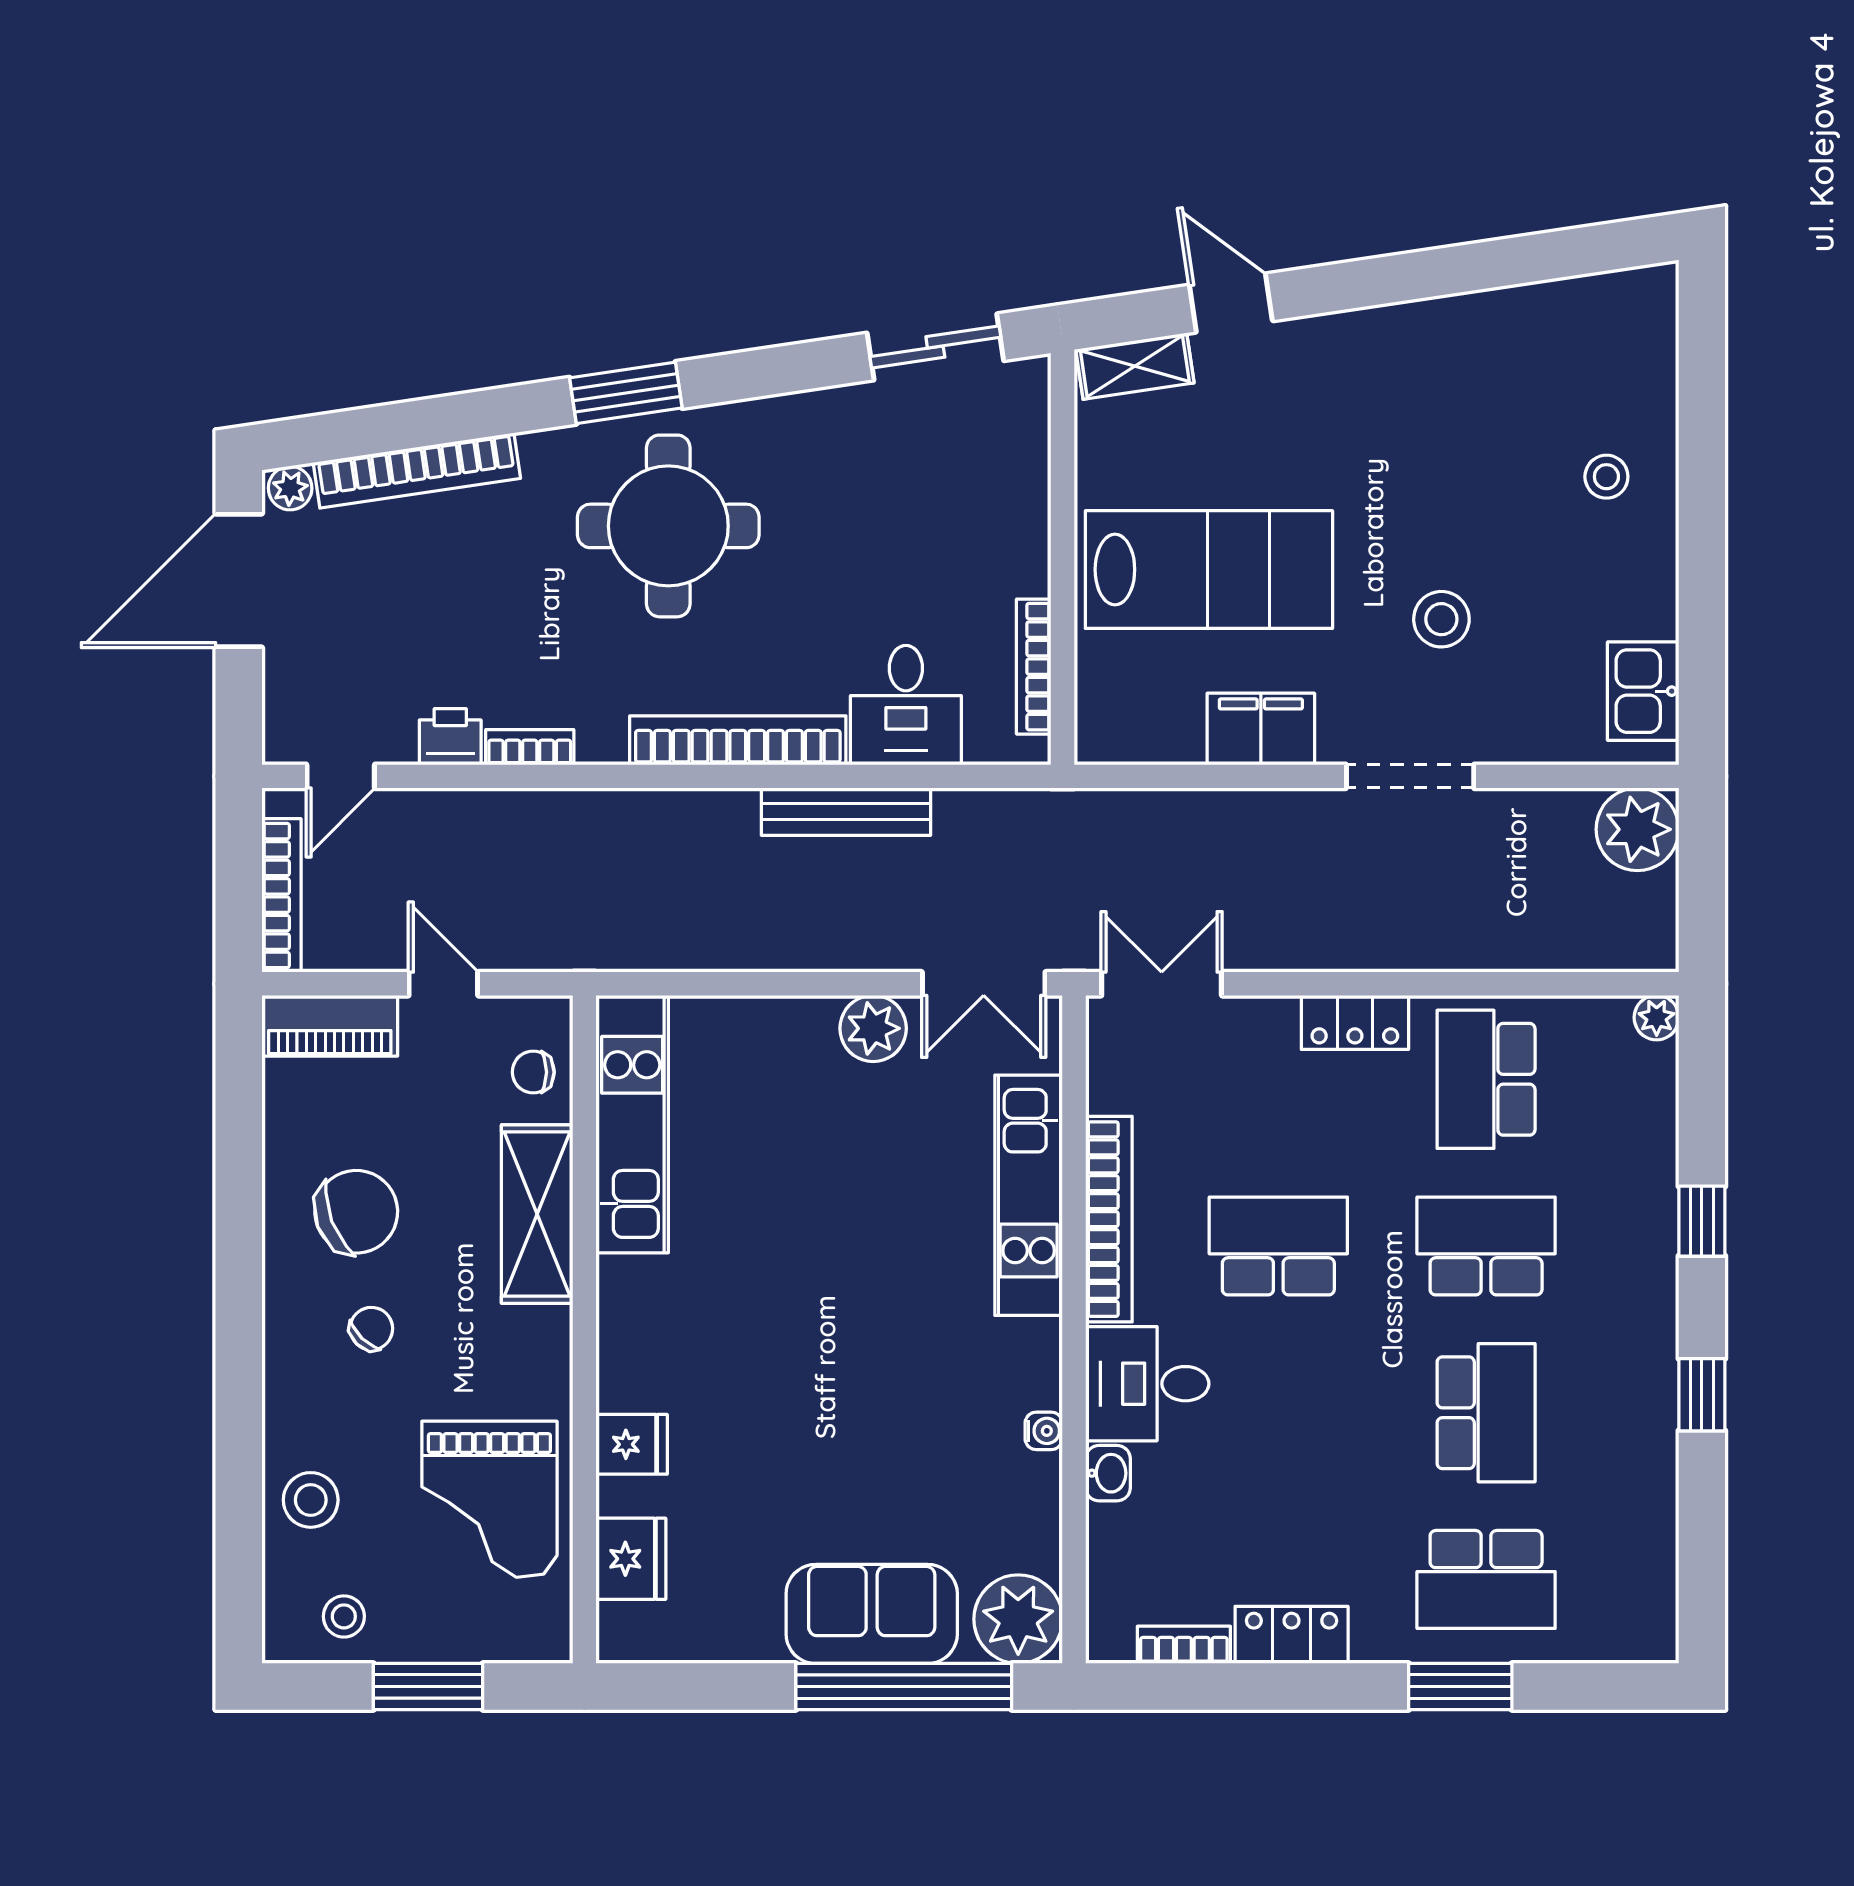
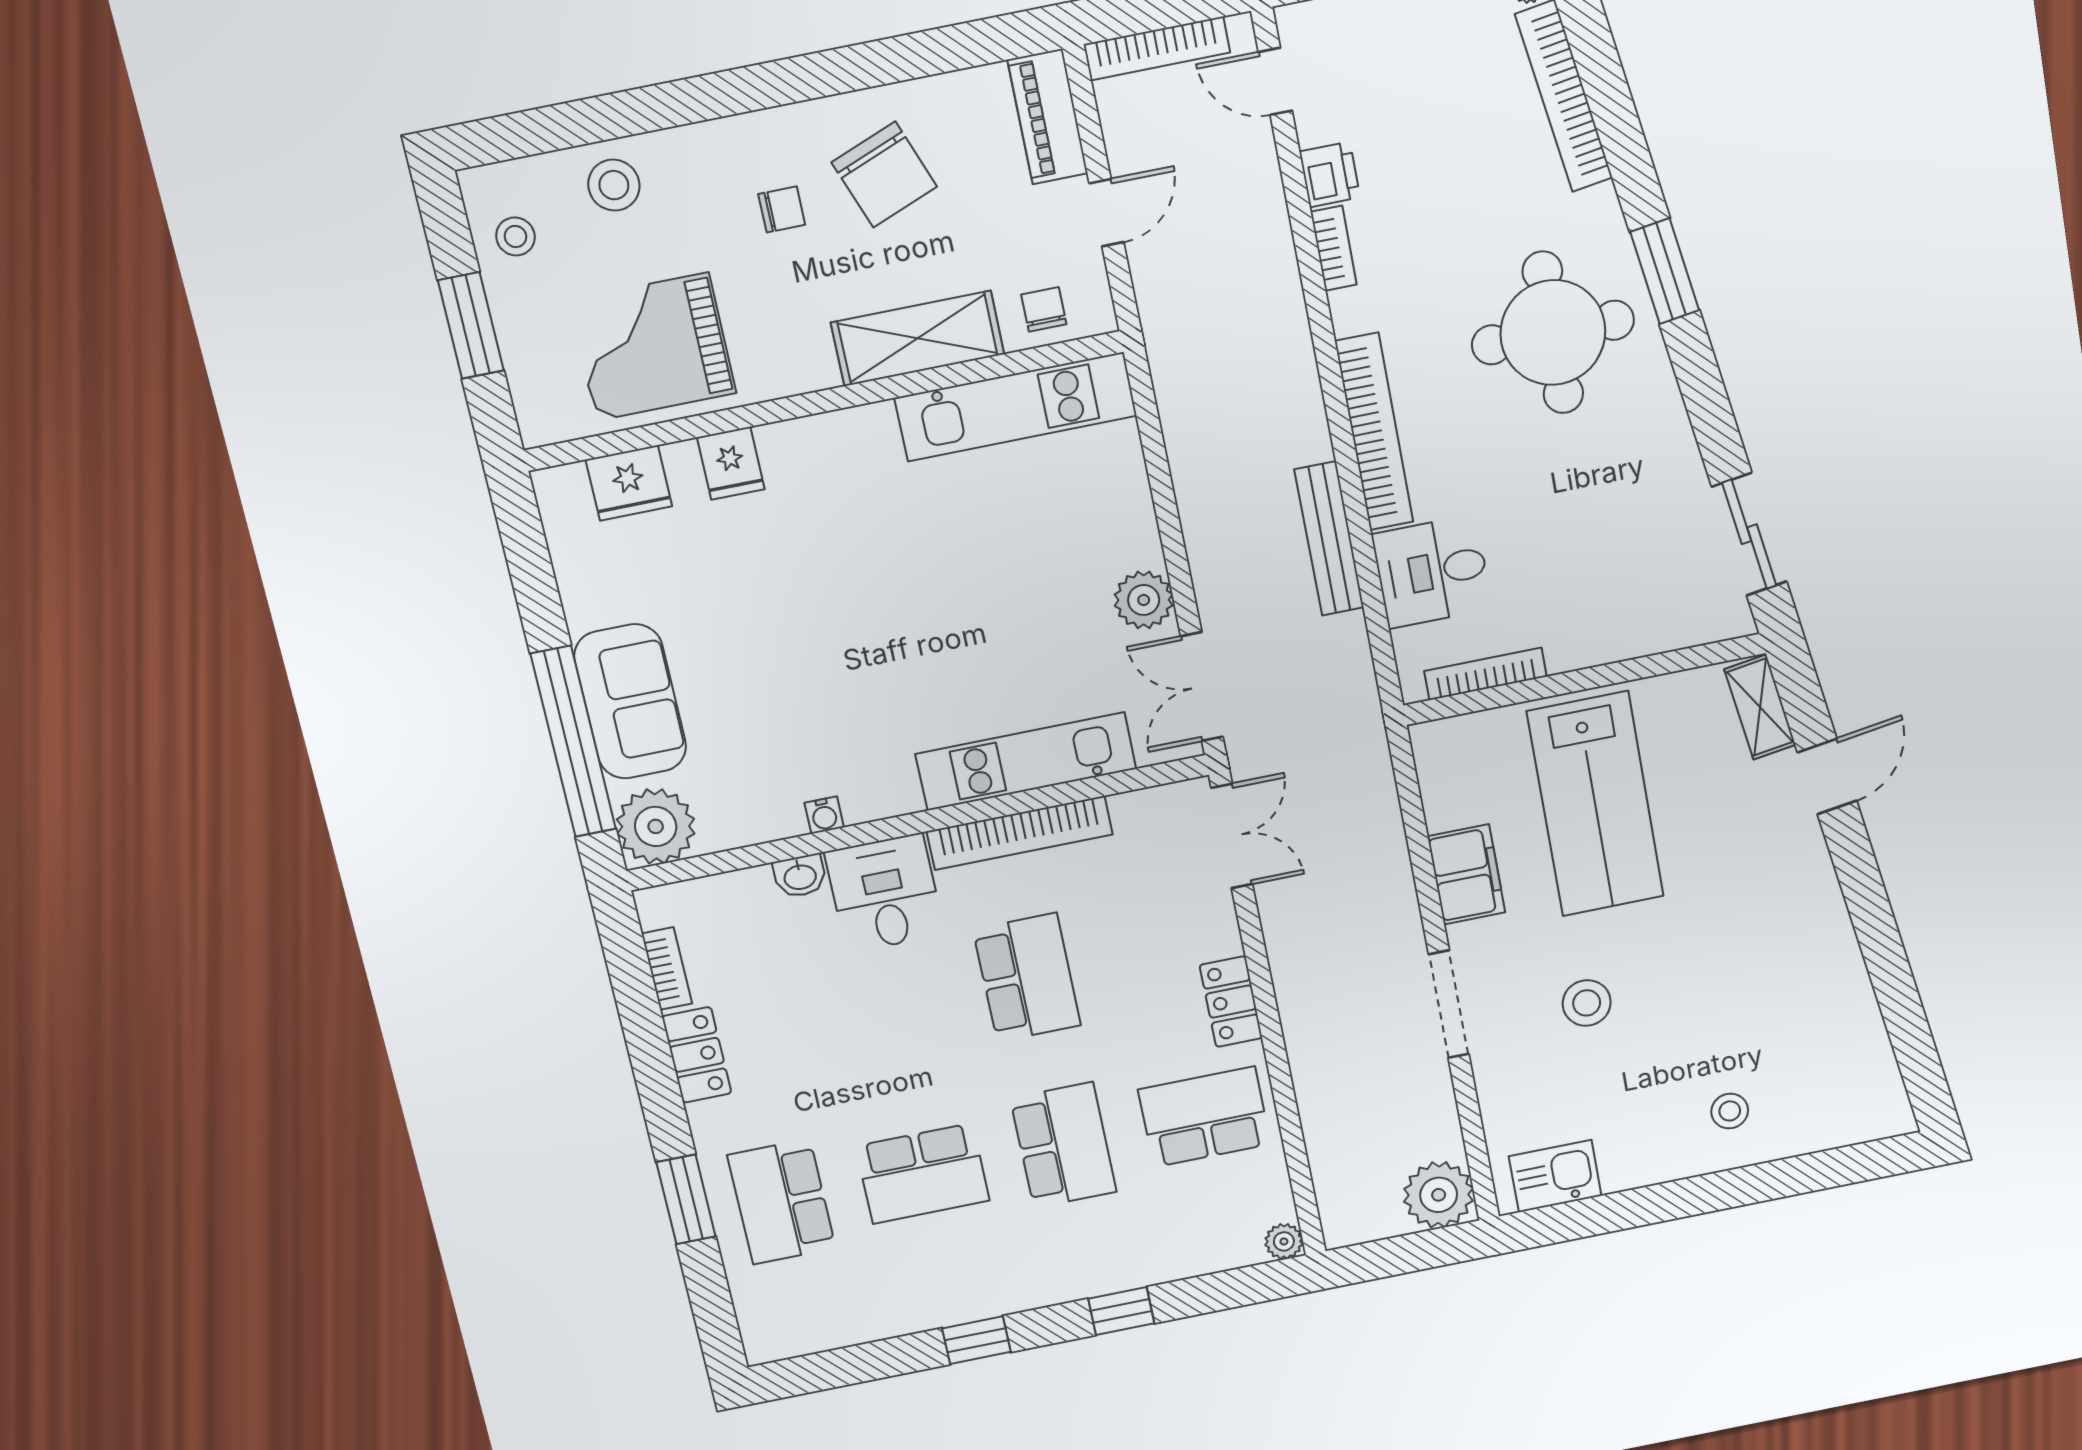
chair: (371, 1329) -> (782, 209), turned -44

